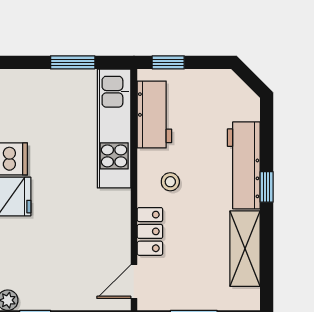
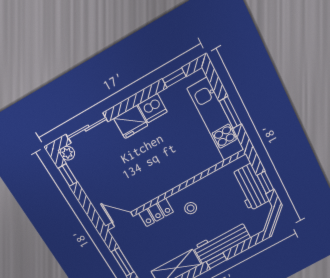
window: (168, 62) -> (265, 182), moved
workbench: (154, 114) -> (250, 187), moved, turned 90
kitchen unit: (114, 129) -> (216, 120), moved, turned -90

